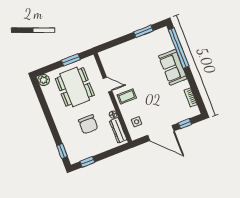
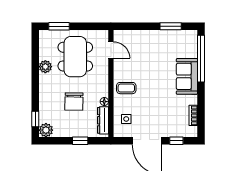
window: (71, 60) -> (59, 26), moved
plant: (44, 80) -> (45, 67), moved
door: (108, 85) -> (111, 50), moved
plant: (74, 157) -> (46, 130), added
window: (87, 162) -> (80, 141), moved

